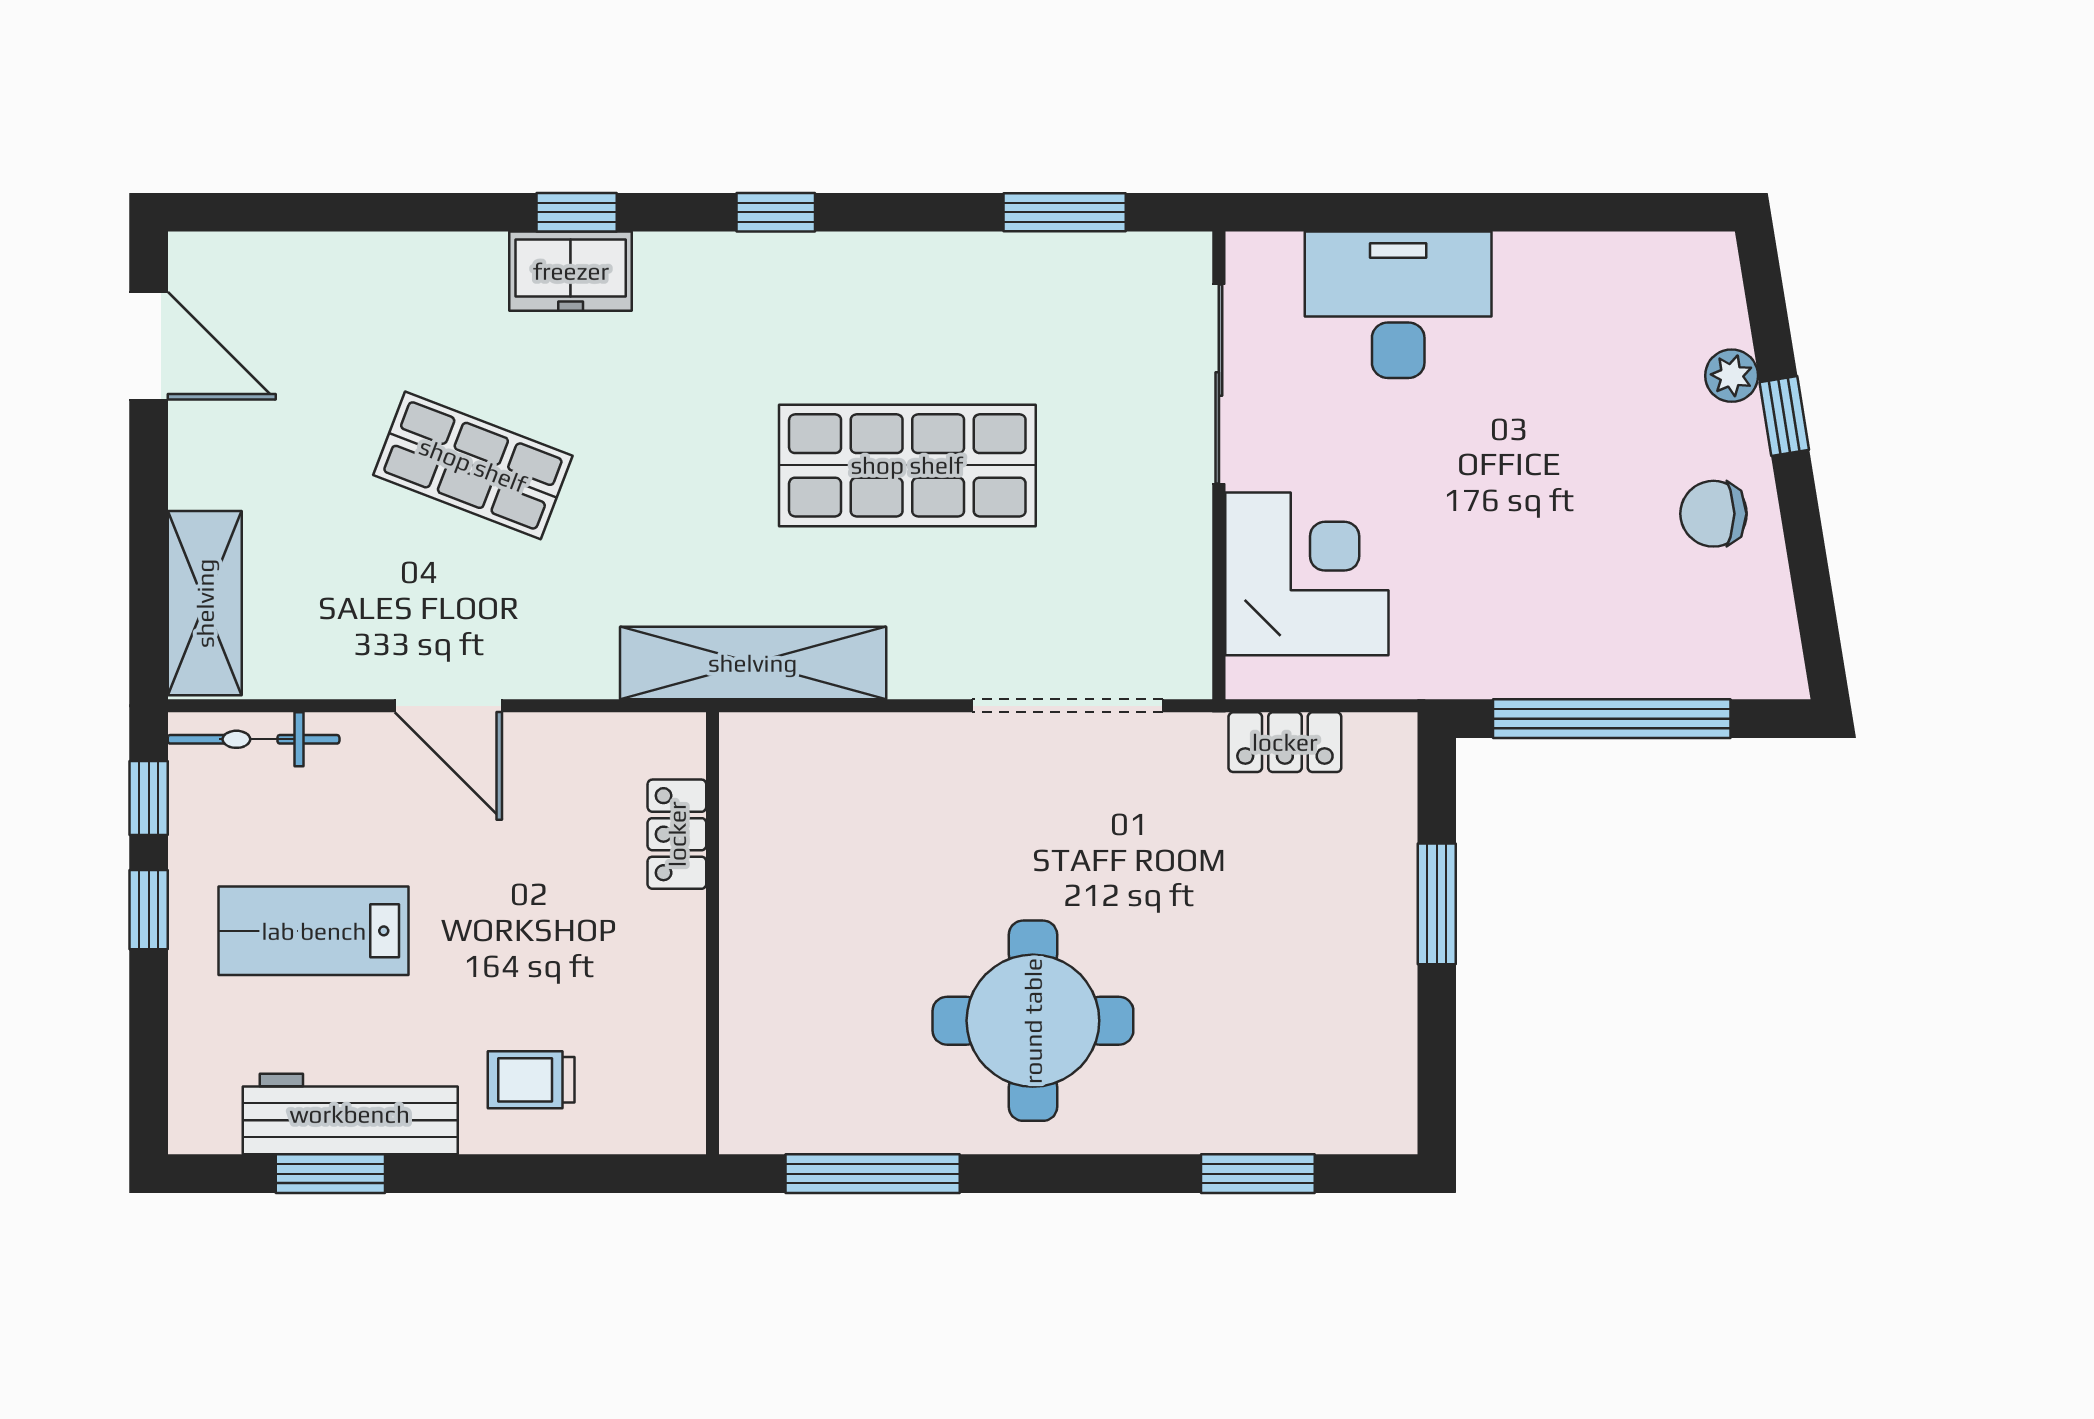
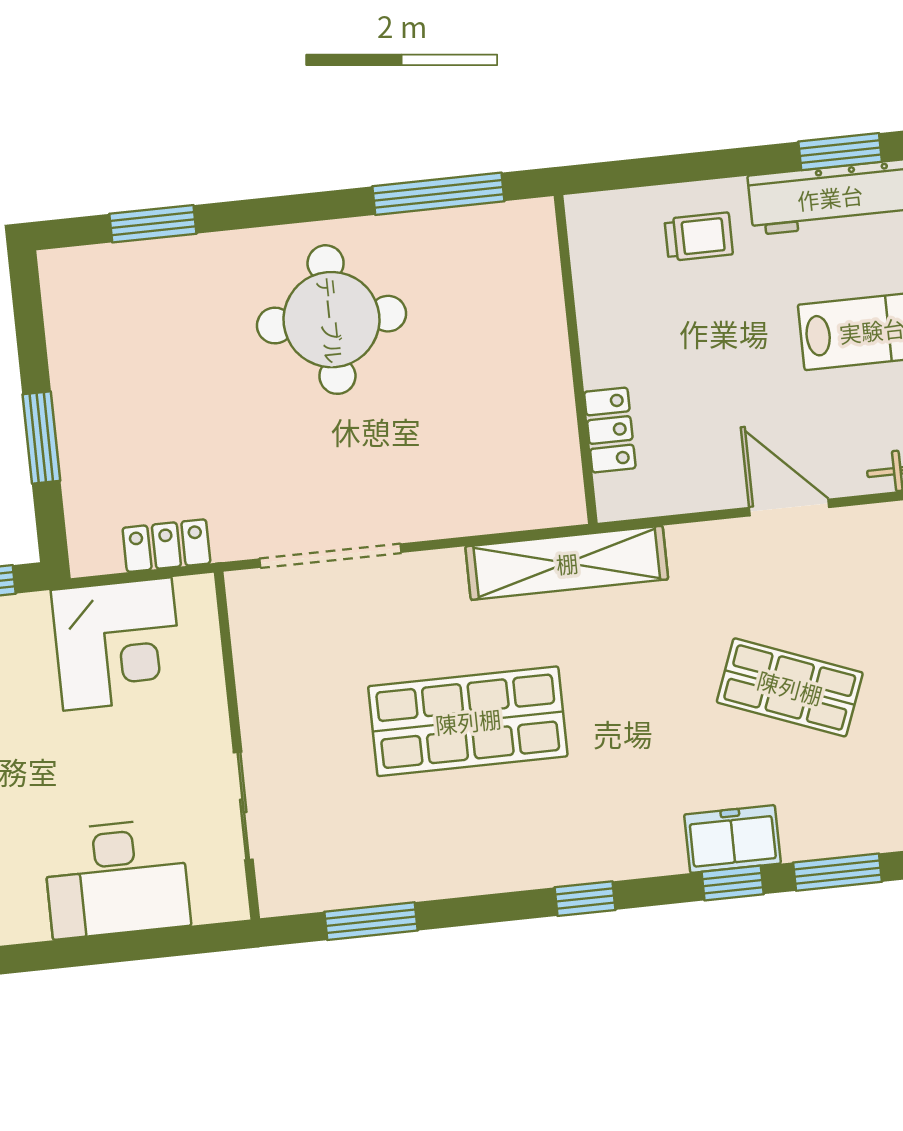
window: (435, 212) -> (837, 872), added
sliding door: (1219, 384) -> (243, 806), width x0.73
corner desk: (1307, 574) -> (117, 644), moved, turned -90

